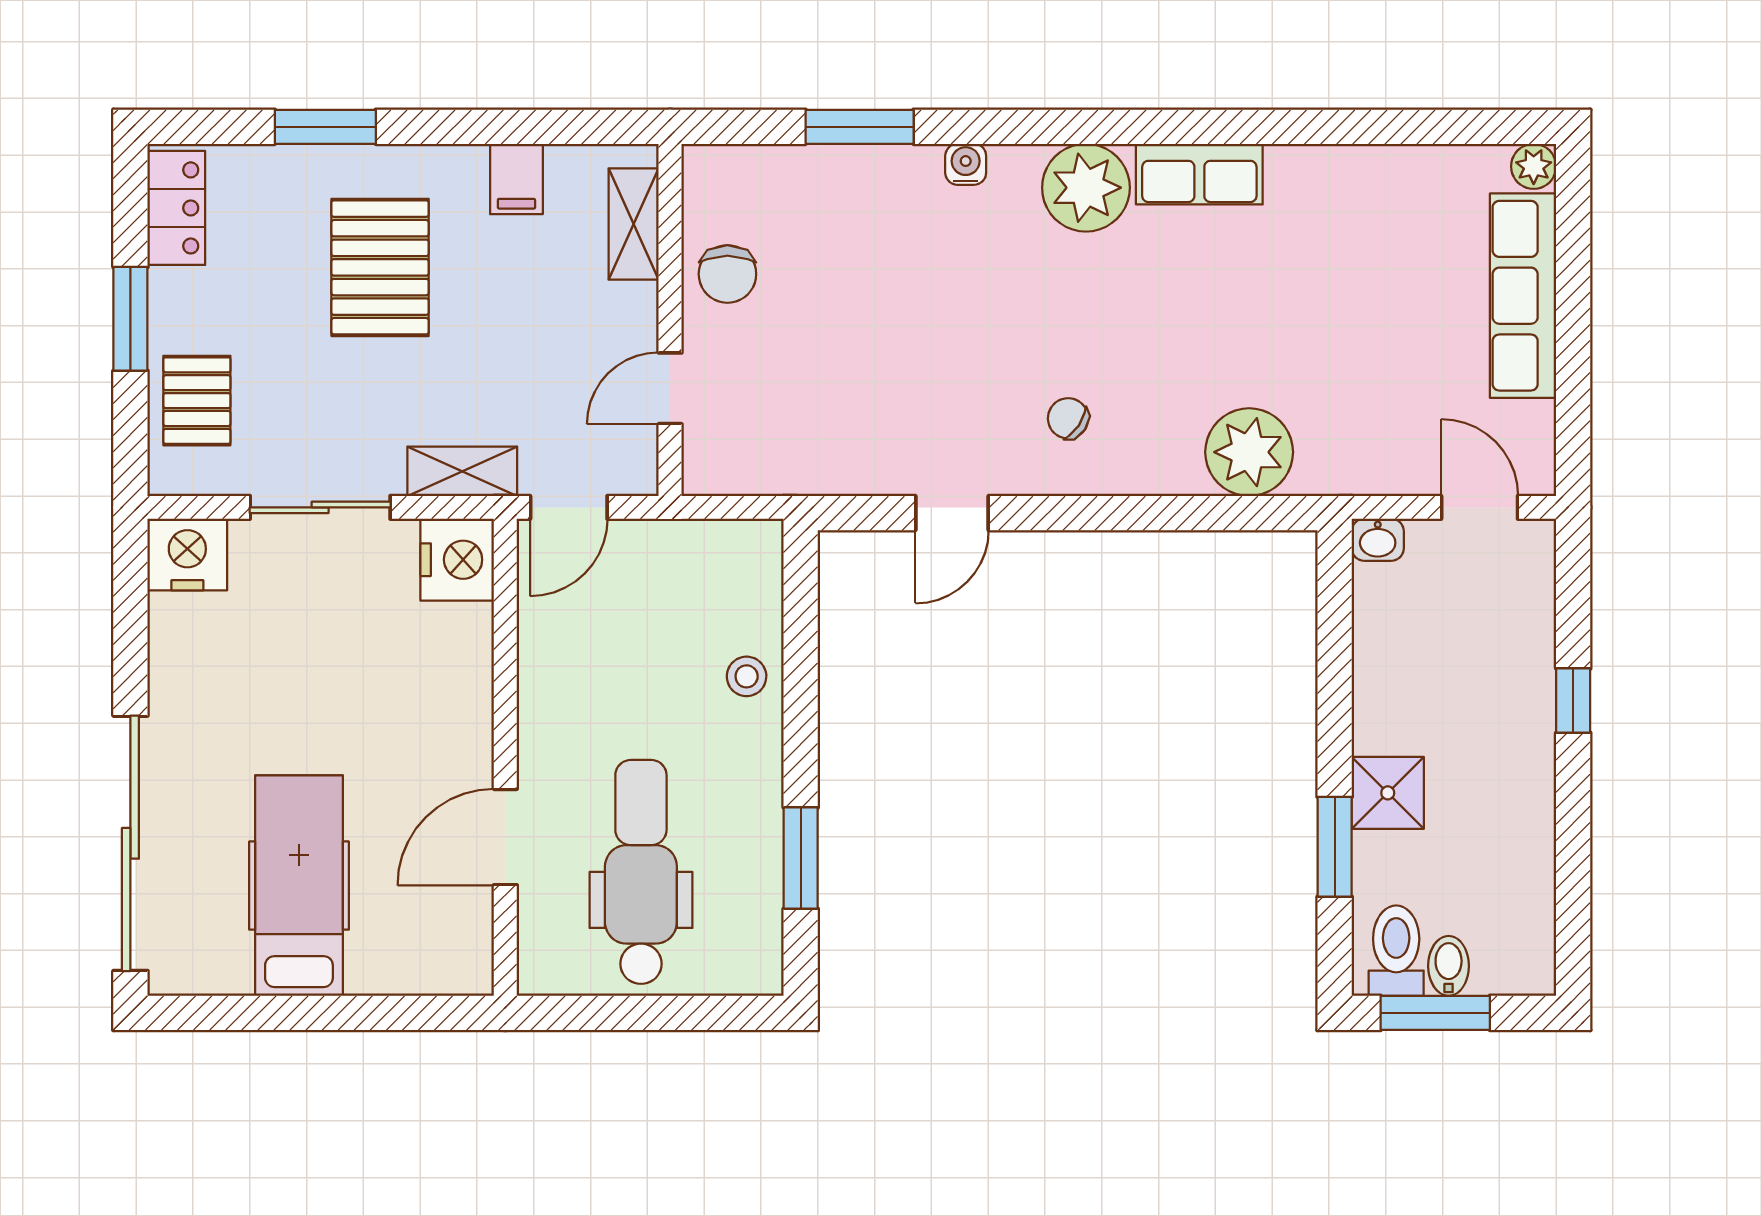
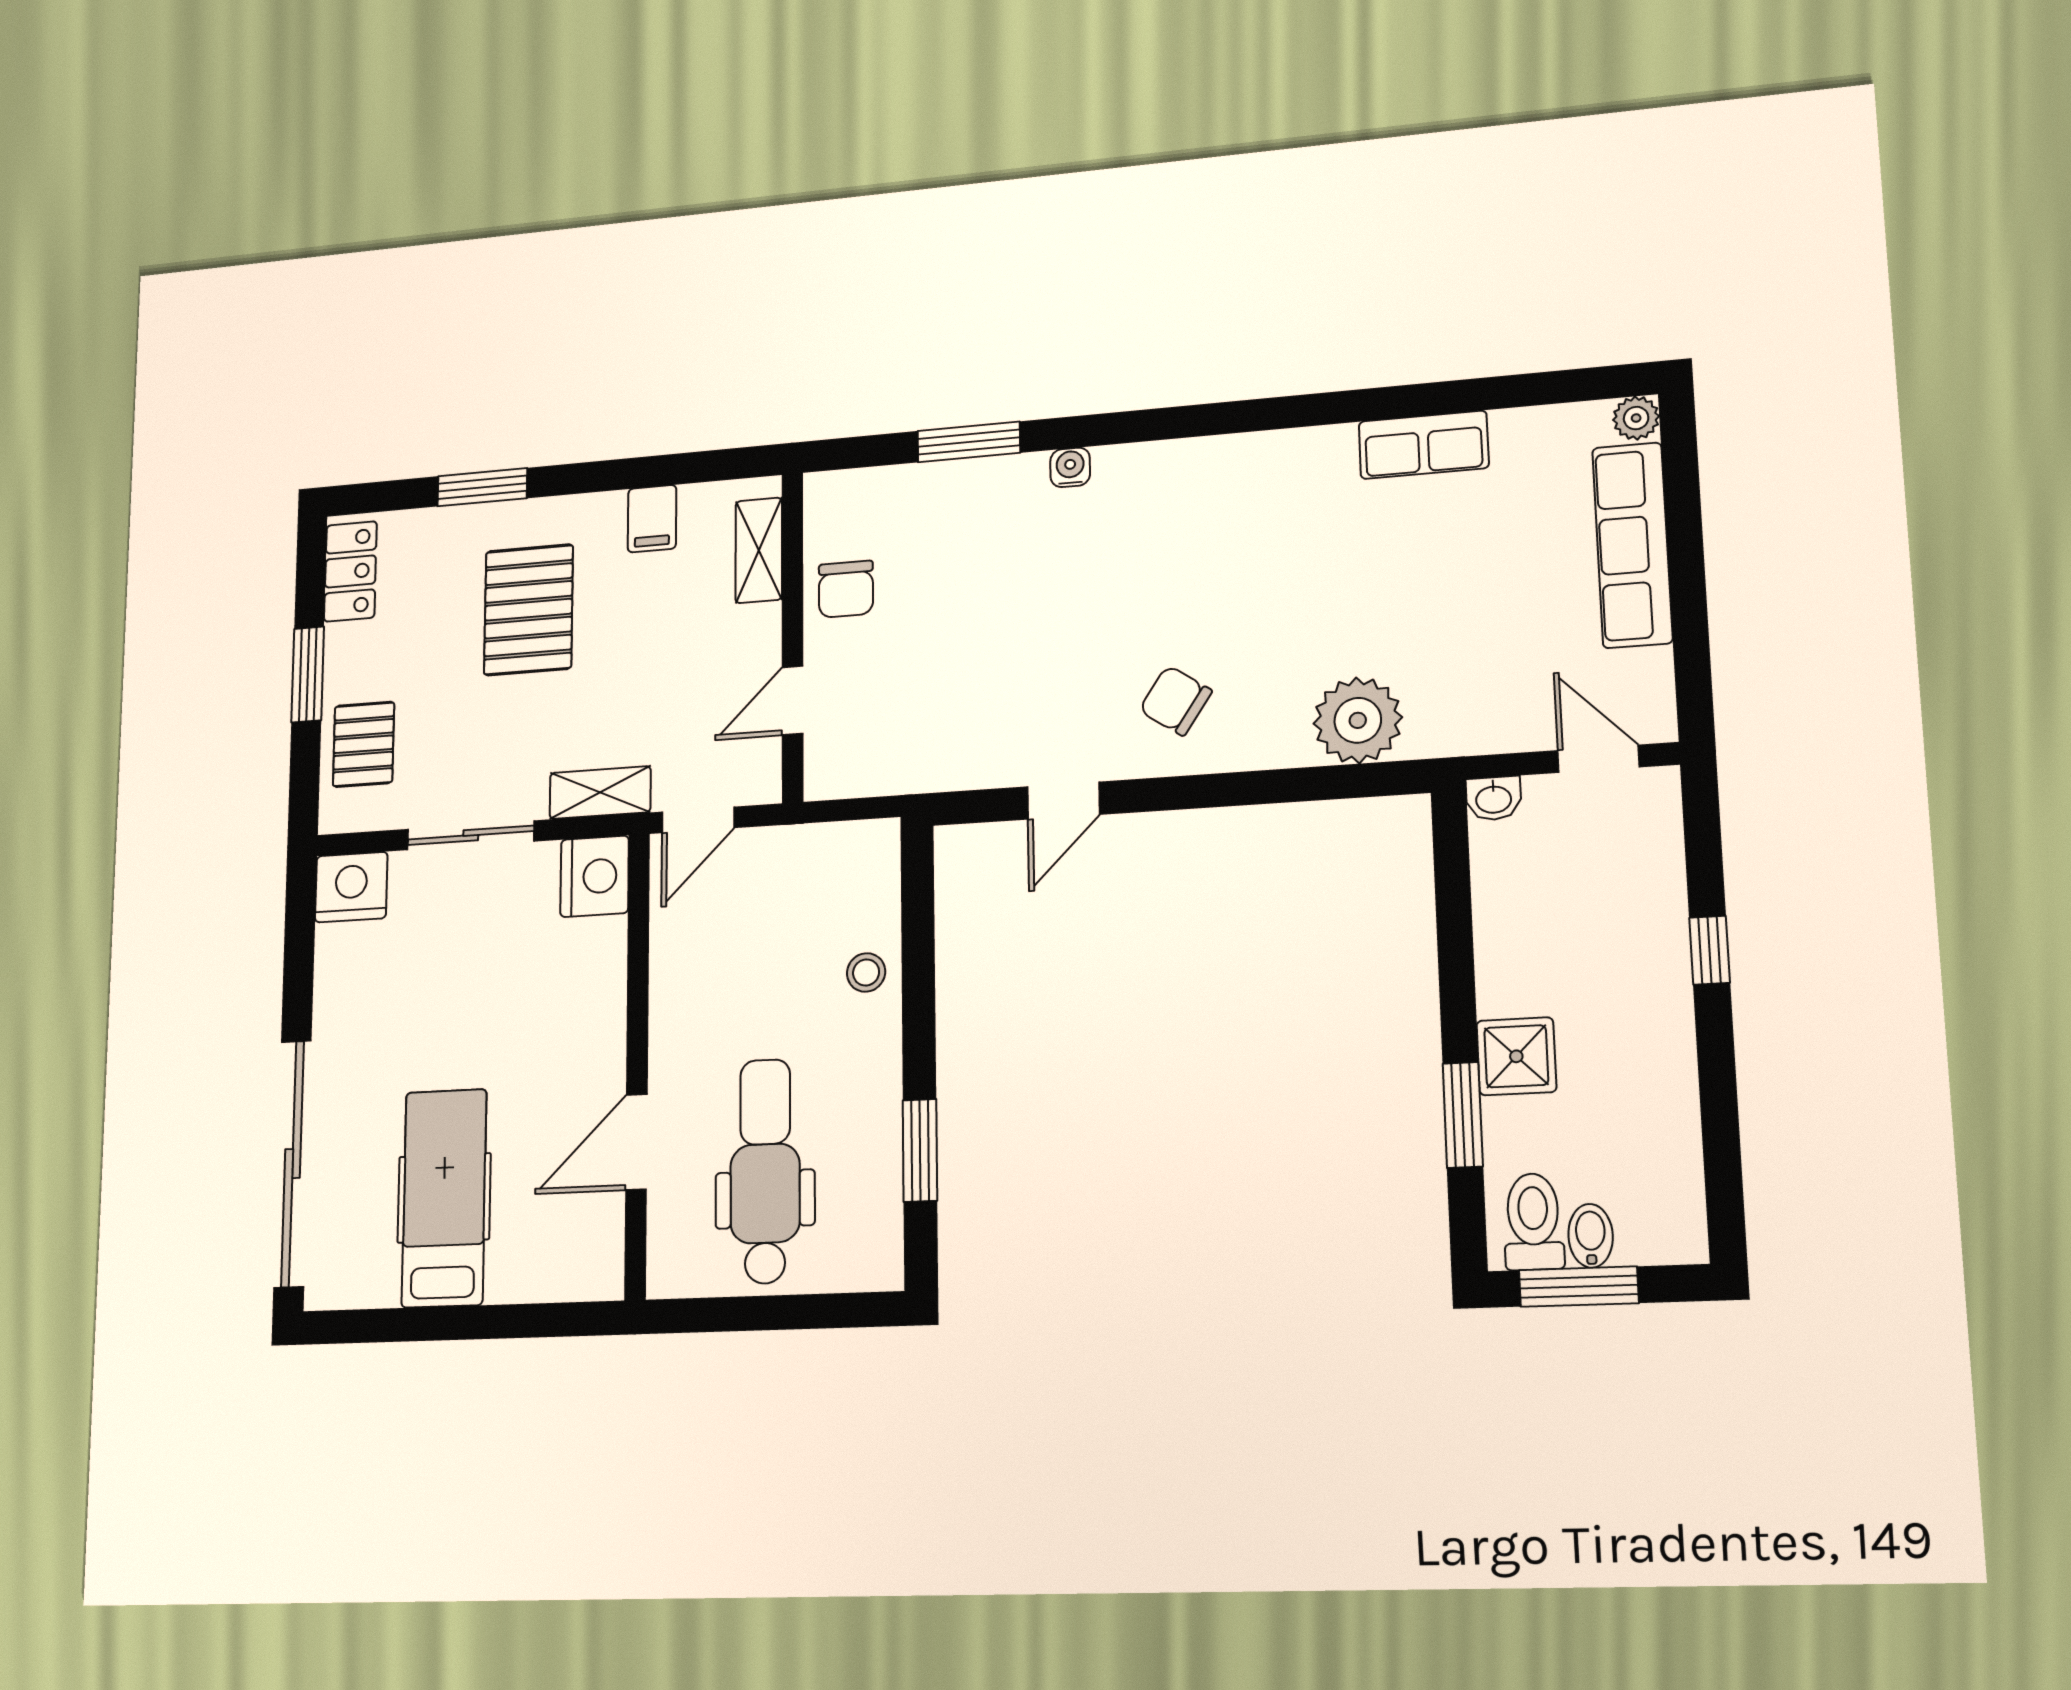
row of seats: (1199, 174) -> (1424, 445), moved
plant: (1086, 188) -> (1187, 479), removed
chair: (1068, 418) -> (1175, 701), width x1.37, depth x1.37

